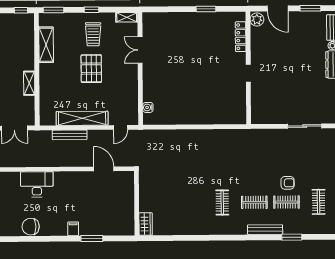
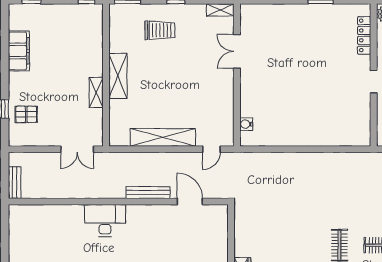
trolley: (93, 34) -> (160, 30), moved, turned -90
shelving: (46, 45) -> (118, 76), moved
pallet: (91, 69) -> (175, 75), removed
bench: (70, 135) -> (148, 193), moved

